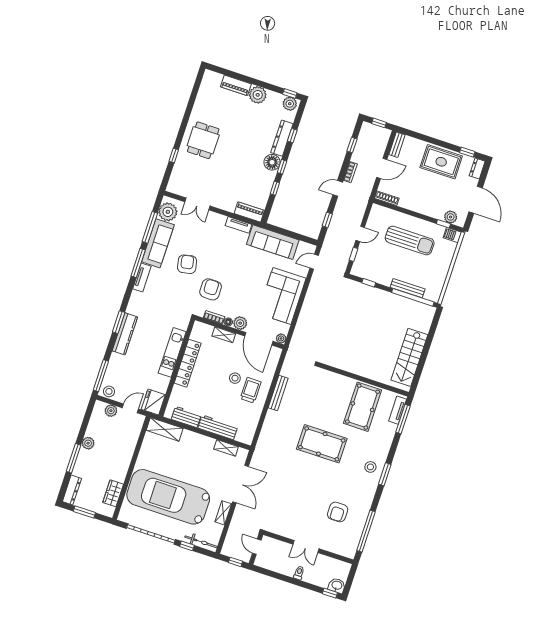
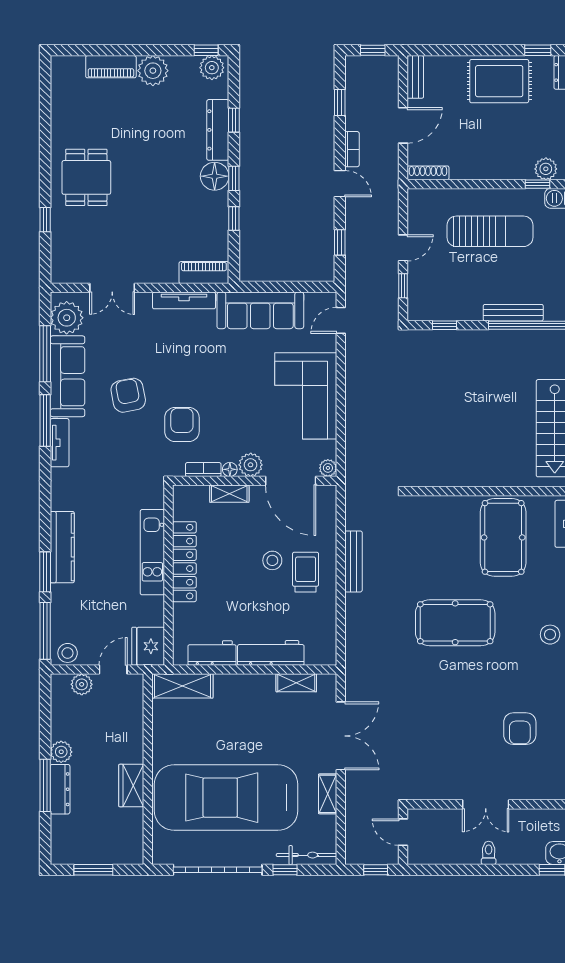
door: (338, 188) -> (340, 184), swing flipped
tv unit: (239, 225) -> (184, 300), width x1.41
window: (119, 322) -> (45, 572), moved
dresser: (72, 490) -> (60, 789), moved
wardrobe: (113, 493) -> (131, 786), moved

